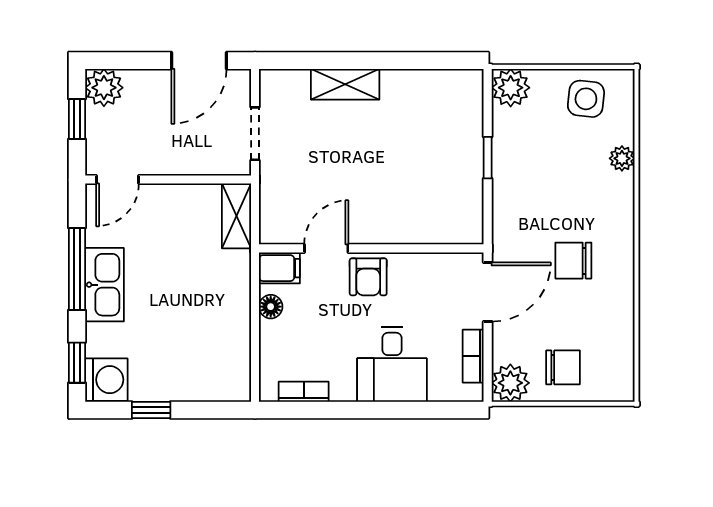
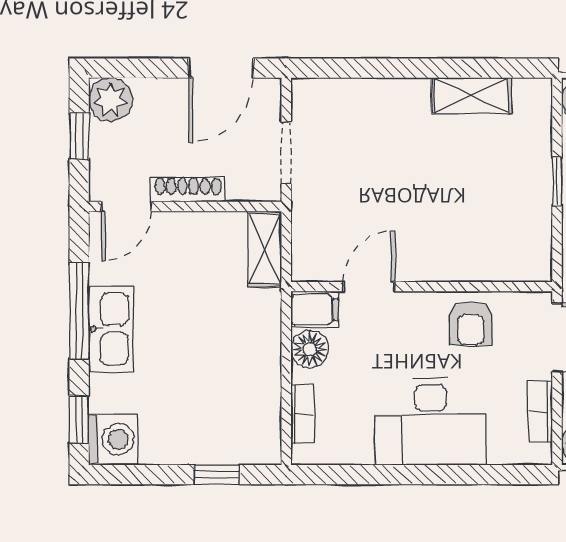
shelving: (345, 84) -> (471, 96), moved
shoe rack: (171, 165) -> (188, 190), added
armchair: (368, 277) -> (471, 324), moved
floor lamp: (271, 307) -> (310, 349), width x1.37, depth x1.37
desk: (392, 364) -> (431, 421), width x1.37
bookcase: (304, 392) -> (302, 414), moved, turned 90
window: (151, 410) -> (217, 475), moved

